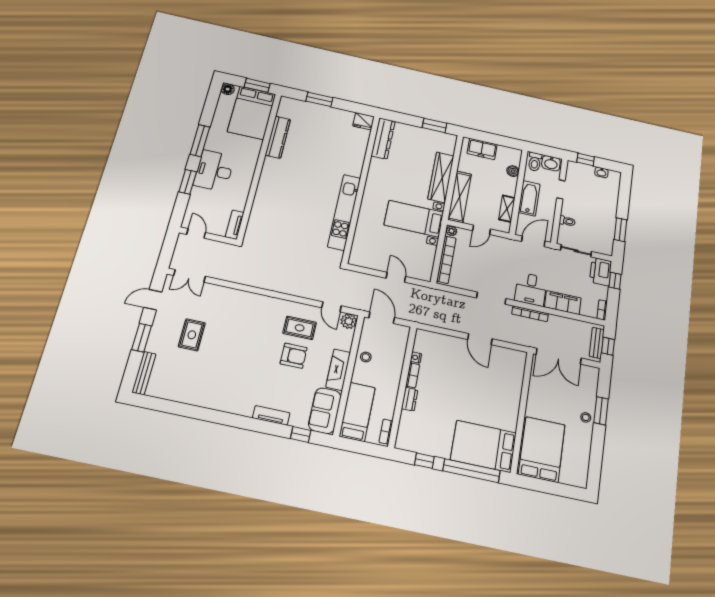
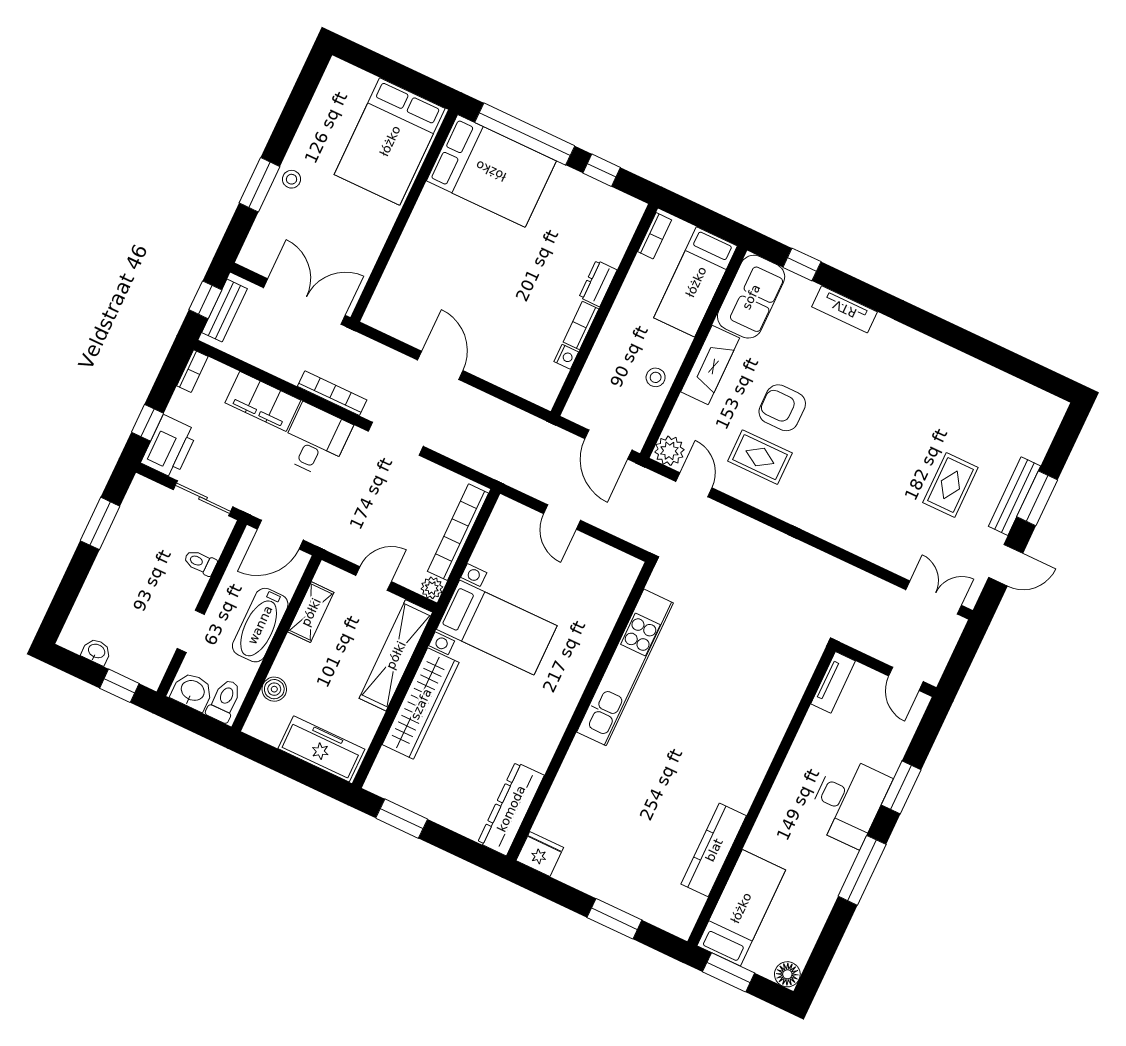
bed: (252, 113) -> (741, 908), width x0.67
freezer: (482, 149) -> (321, 749), width x1.40
bench: (144, 373) -> (1014, 496), moved

